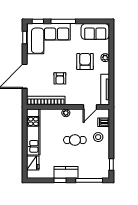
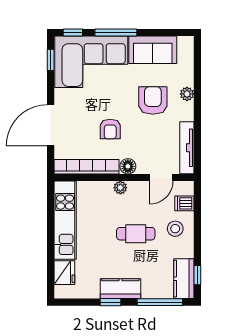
sofa: (95, 32) -> (153, 50), moved
floor lamp: (70, 100) -> (128, 166), added
kitchen counter: (103, 167) -> (184, 279), added

